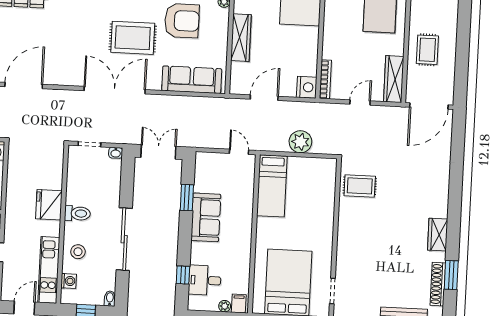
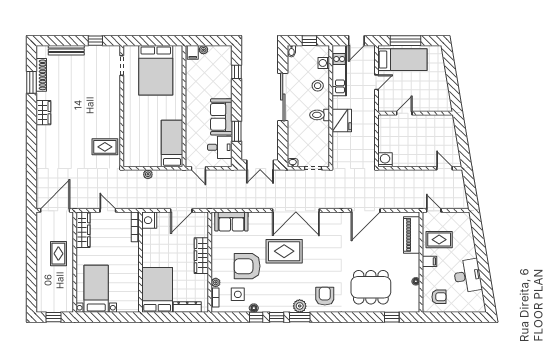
sofa: (192, 80) -> (231, 222), width x0.73
door: (360, 103) -> (108, 211), swing flipped
plant: (300, 142) -> (148, 174), width x0.53, depth x0.53
desk: (205, 280) -> (220, 147), moved

